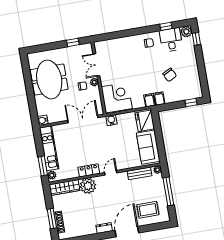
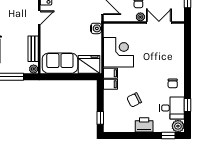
printer: (191, 62) -> (144, 125), added
corner desk: (117, 98) -> (118, 52), moved, turned -90
door: (111, 173) -> (39, 18), hinge flipped

